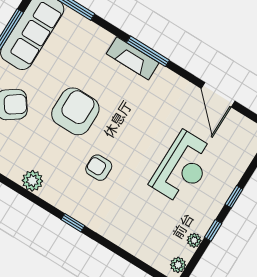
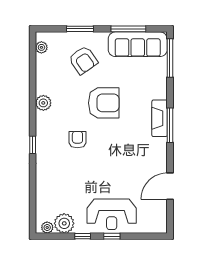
reception desk: (183, 168) -> (112, 214), moved
plant: (194, 240) -> (64, 223), width x1.87, depth x1.87

